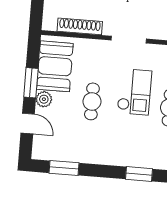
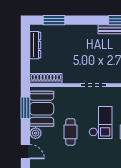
shoe rack: (80, 26) -> (46, 78), moved
window: (31, 83) -> (25, 108), moved

